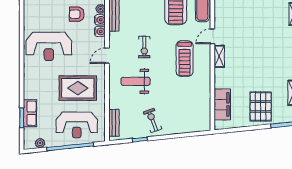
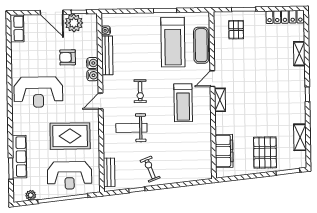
plant: (100, 9) -> (93, 51), removed
row of seats: (30, 113) -> (19, 157), width x1.48

